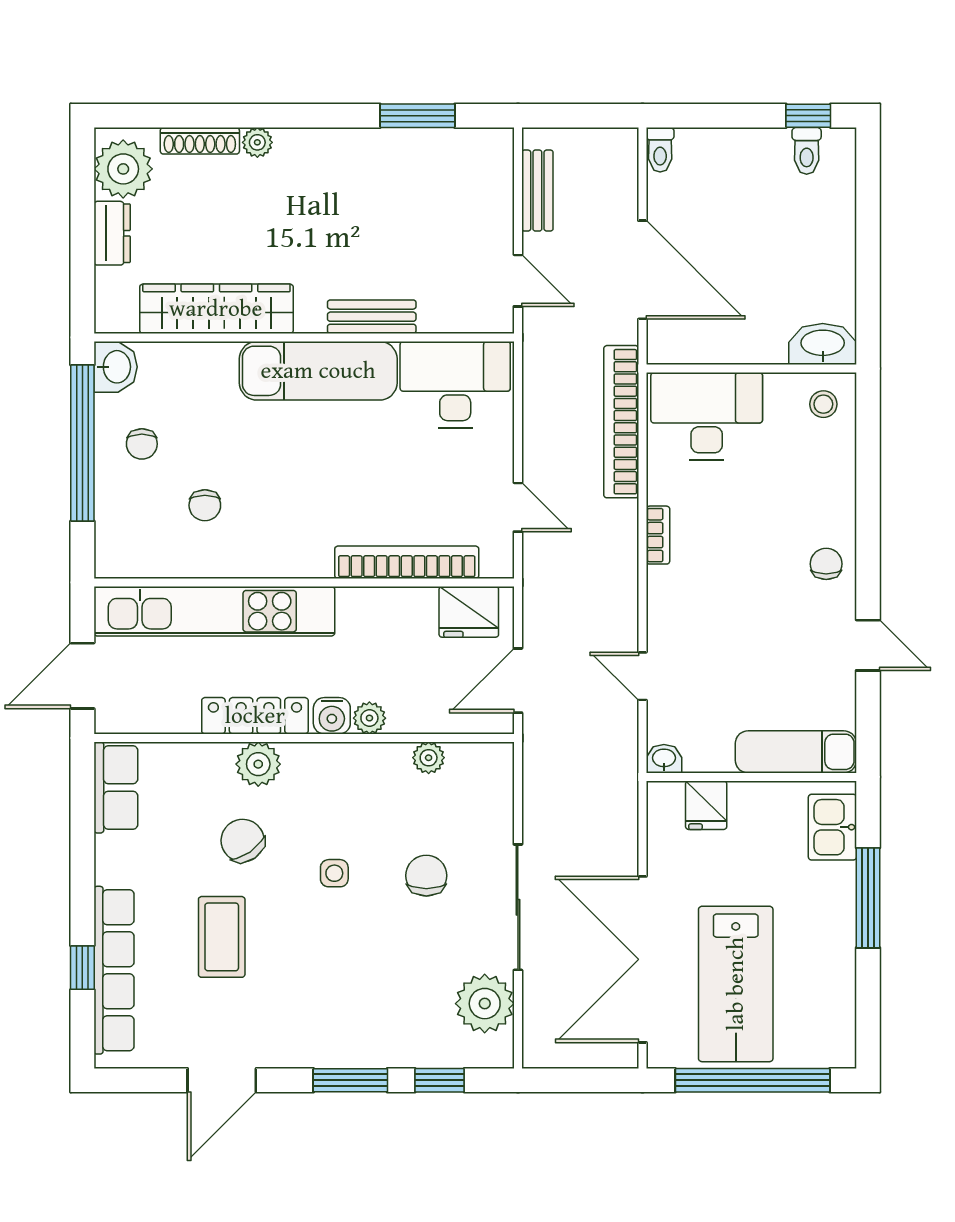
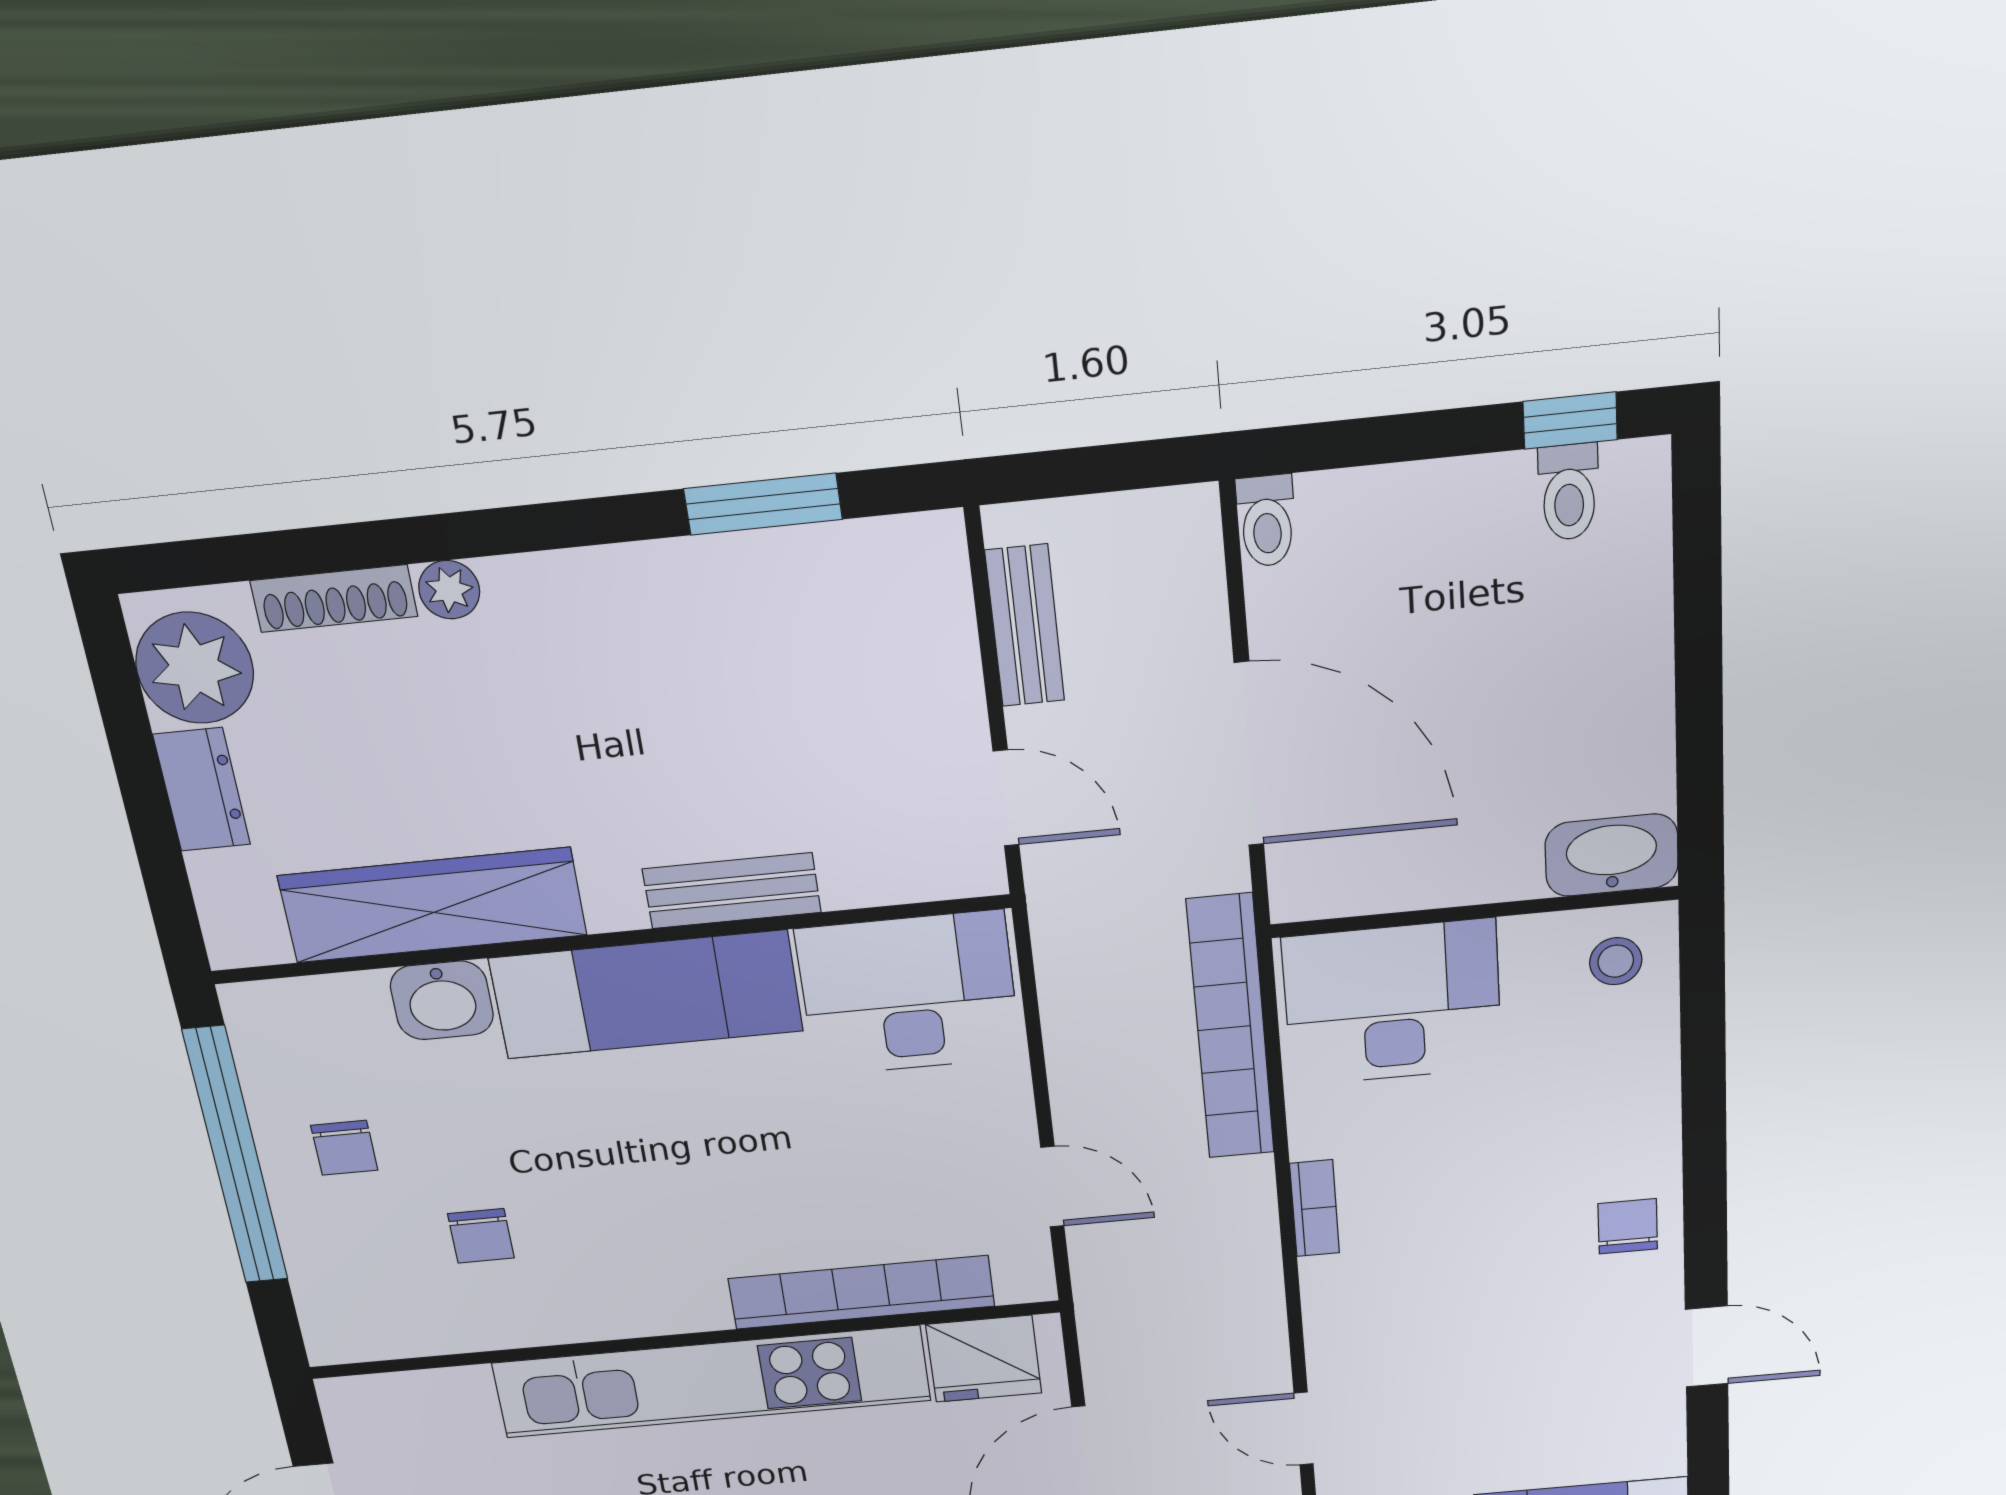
washbasin: (116, 367) -> (442, 1000), moved, turned 90
kitchen unit: (214, 611) -> (712, 1382), moved

